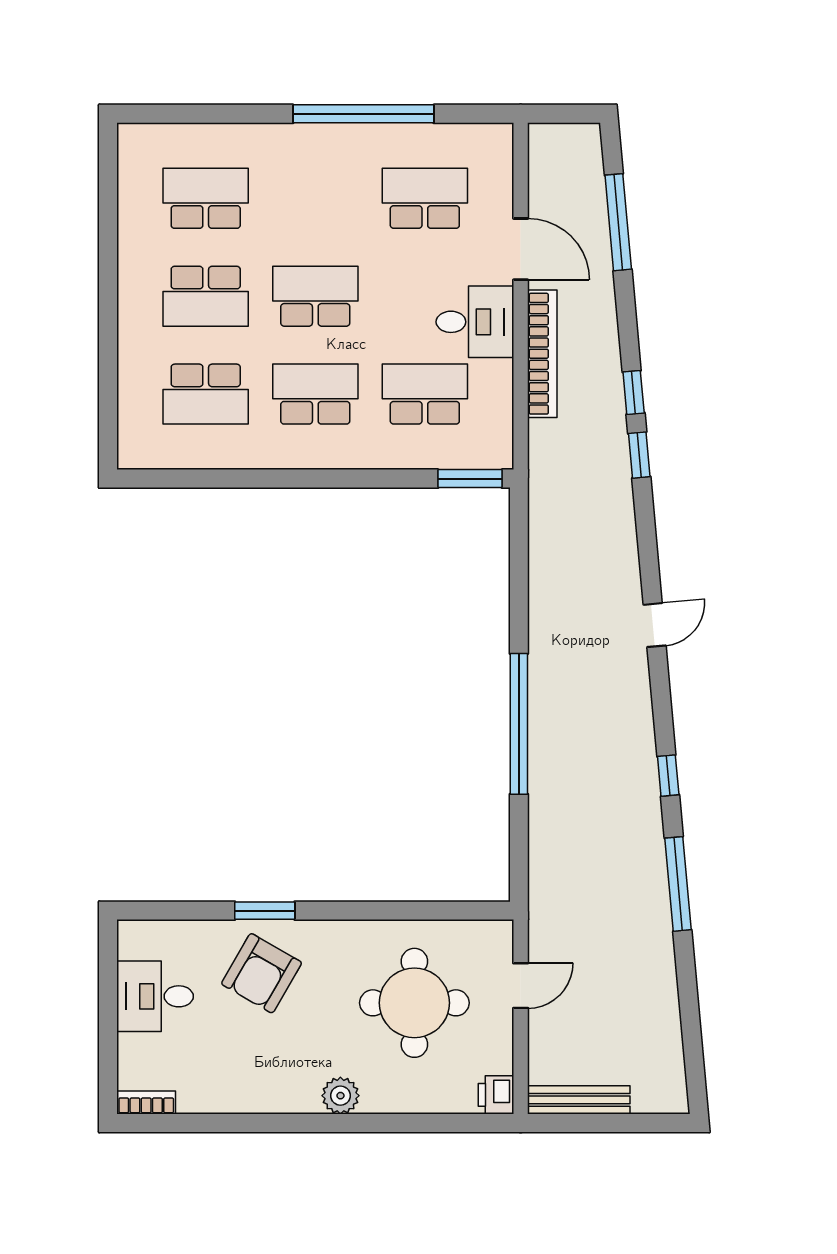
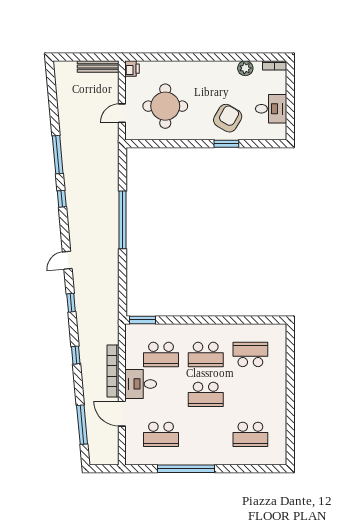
school desk: (206, 296) -> (250, 394), removed
window: (639, 455) -> (71, 303), moved
plant: (340, 1096) -> (245, 68), moved

